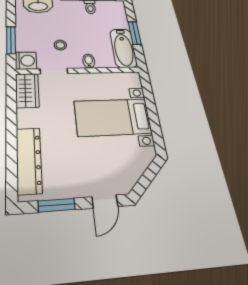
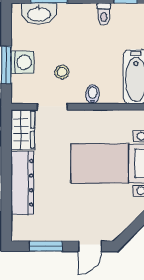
washing machine: (26, 61) -> (22, 62), moved
dresser: (29, 160) -> (22, 183), moved

